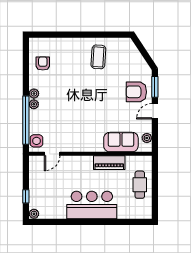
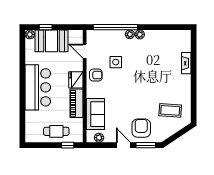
fireplace: (65, 43) -> (186, 63), added
coffee table: (98, 57) -> (170, 110), moved
armchair: (43, 64) -> (96, 75), moved
side table: (36, 141) -> (116, 62), moved
fridge: (84, 163) -> (76, 80), added
window: (155, 172) -> (68, 145), added
booth: (41, 190) -> (51, 41), added

